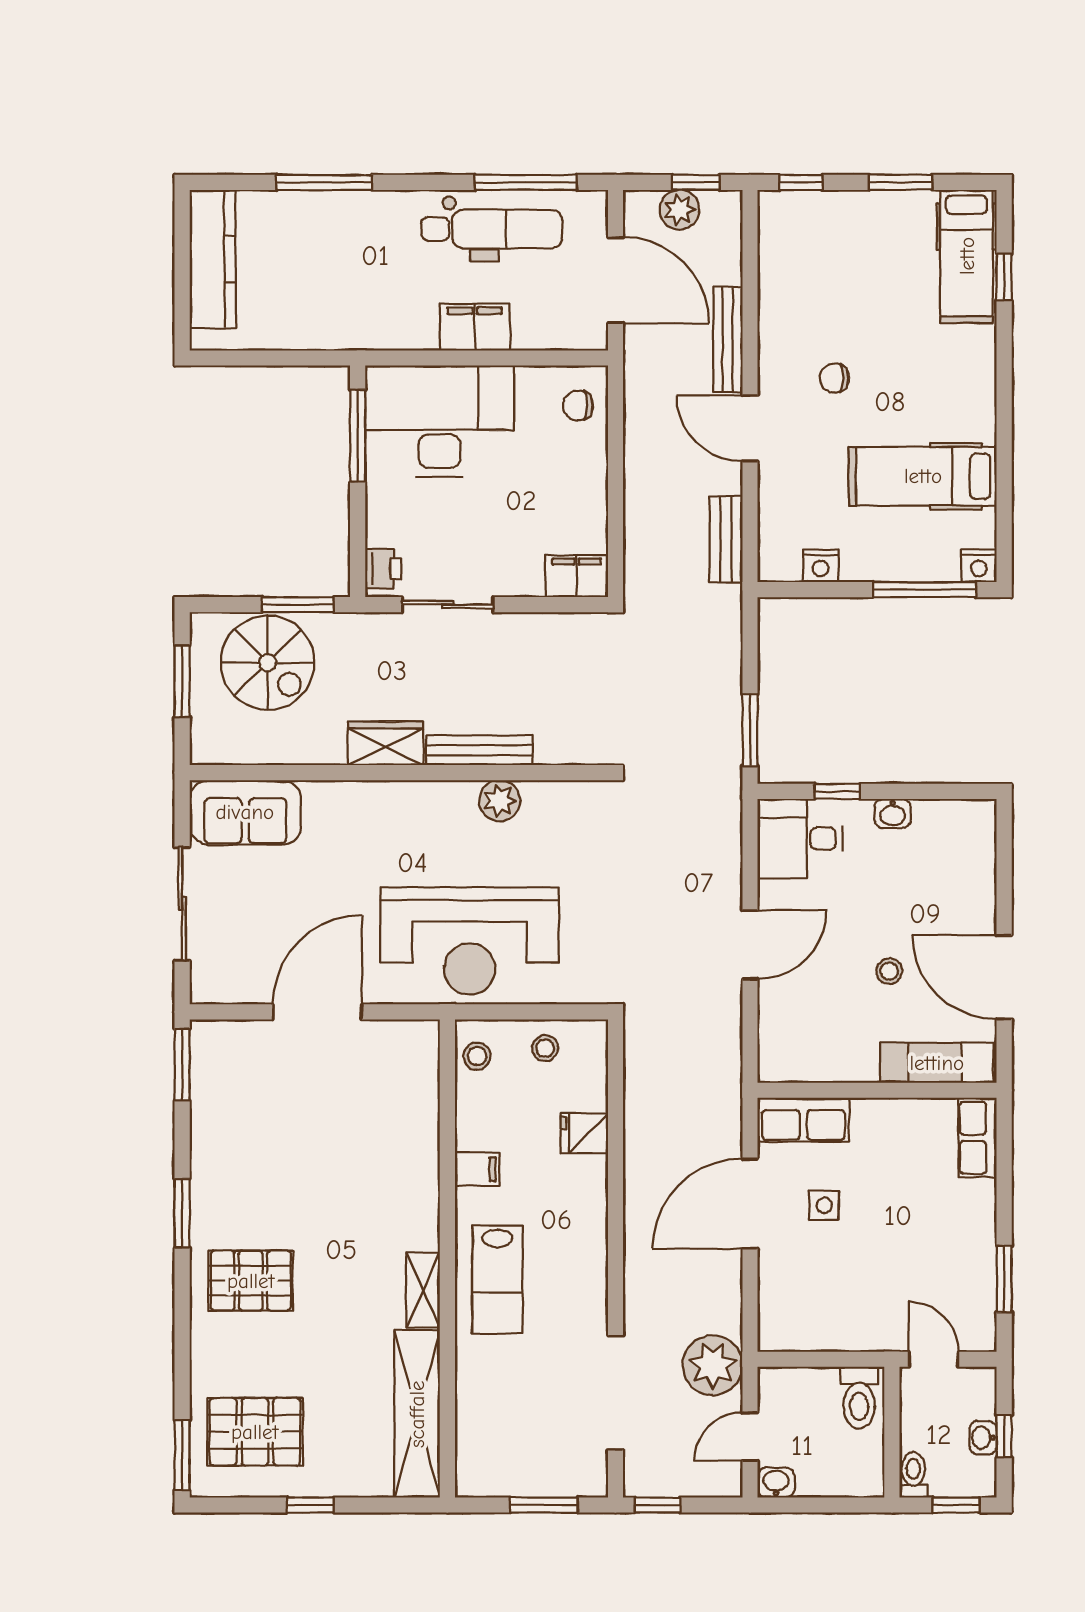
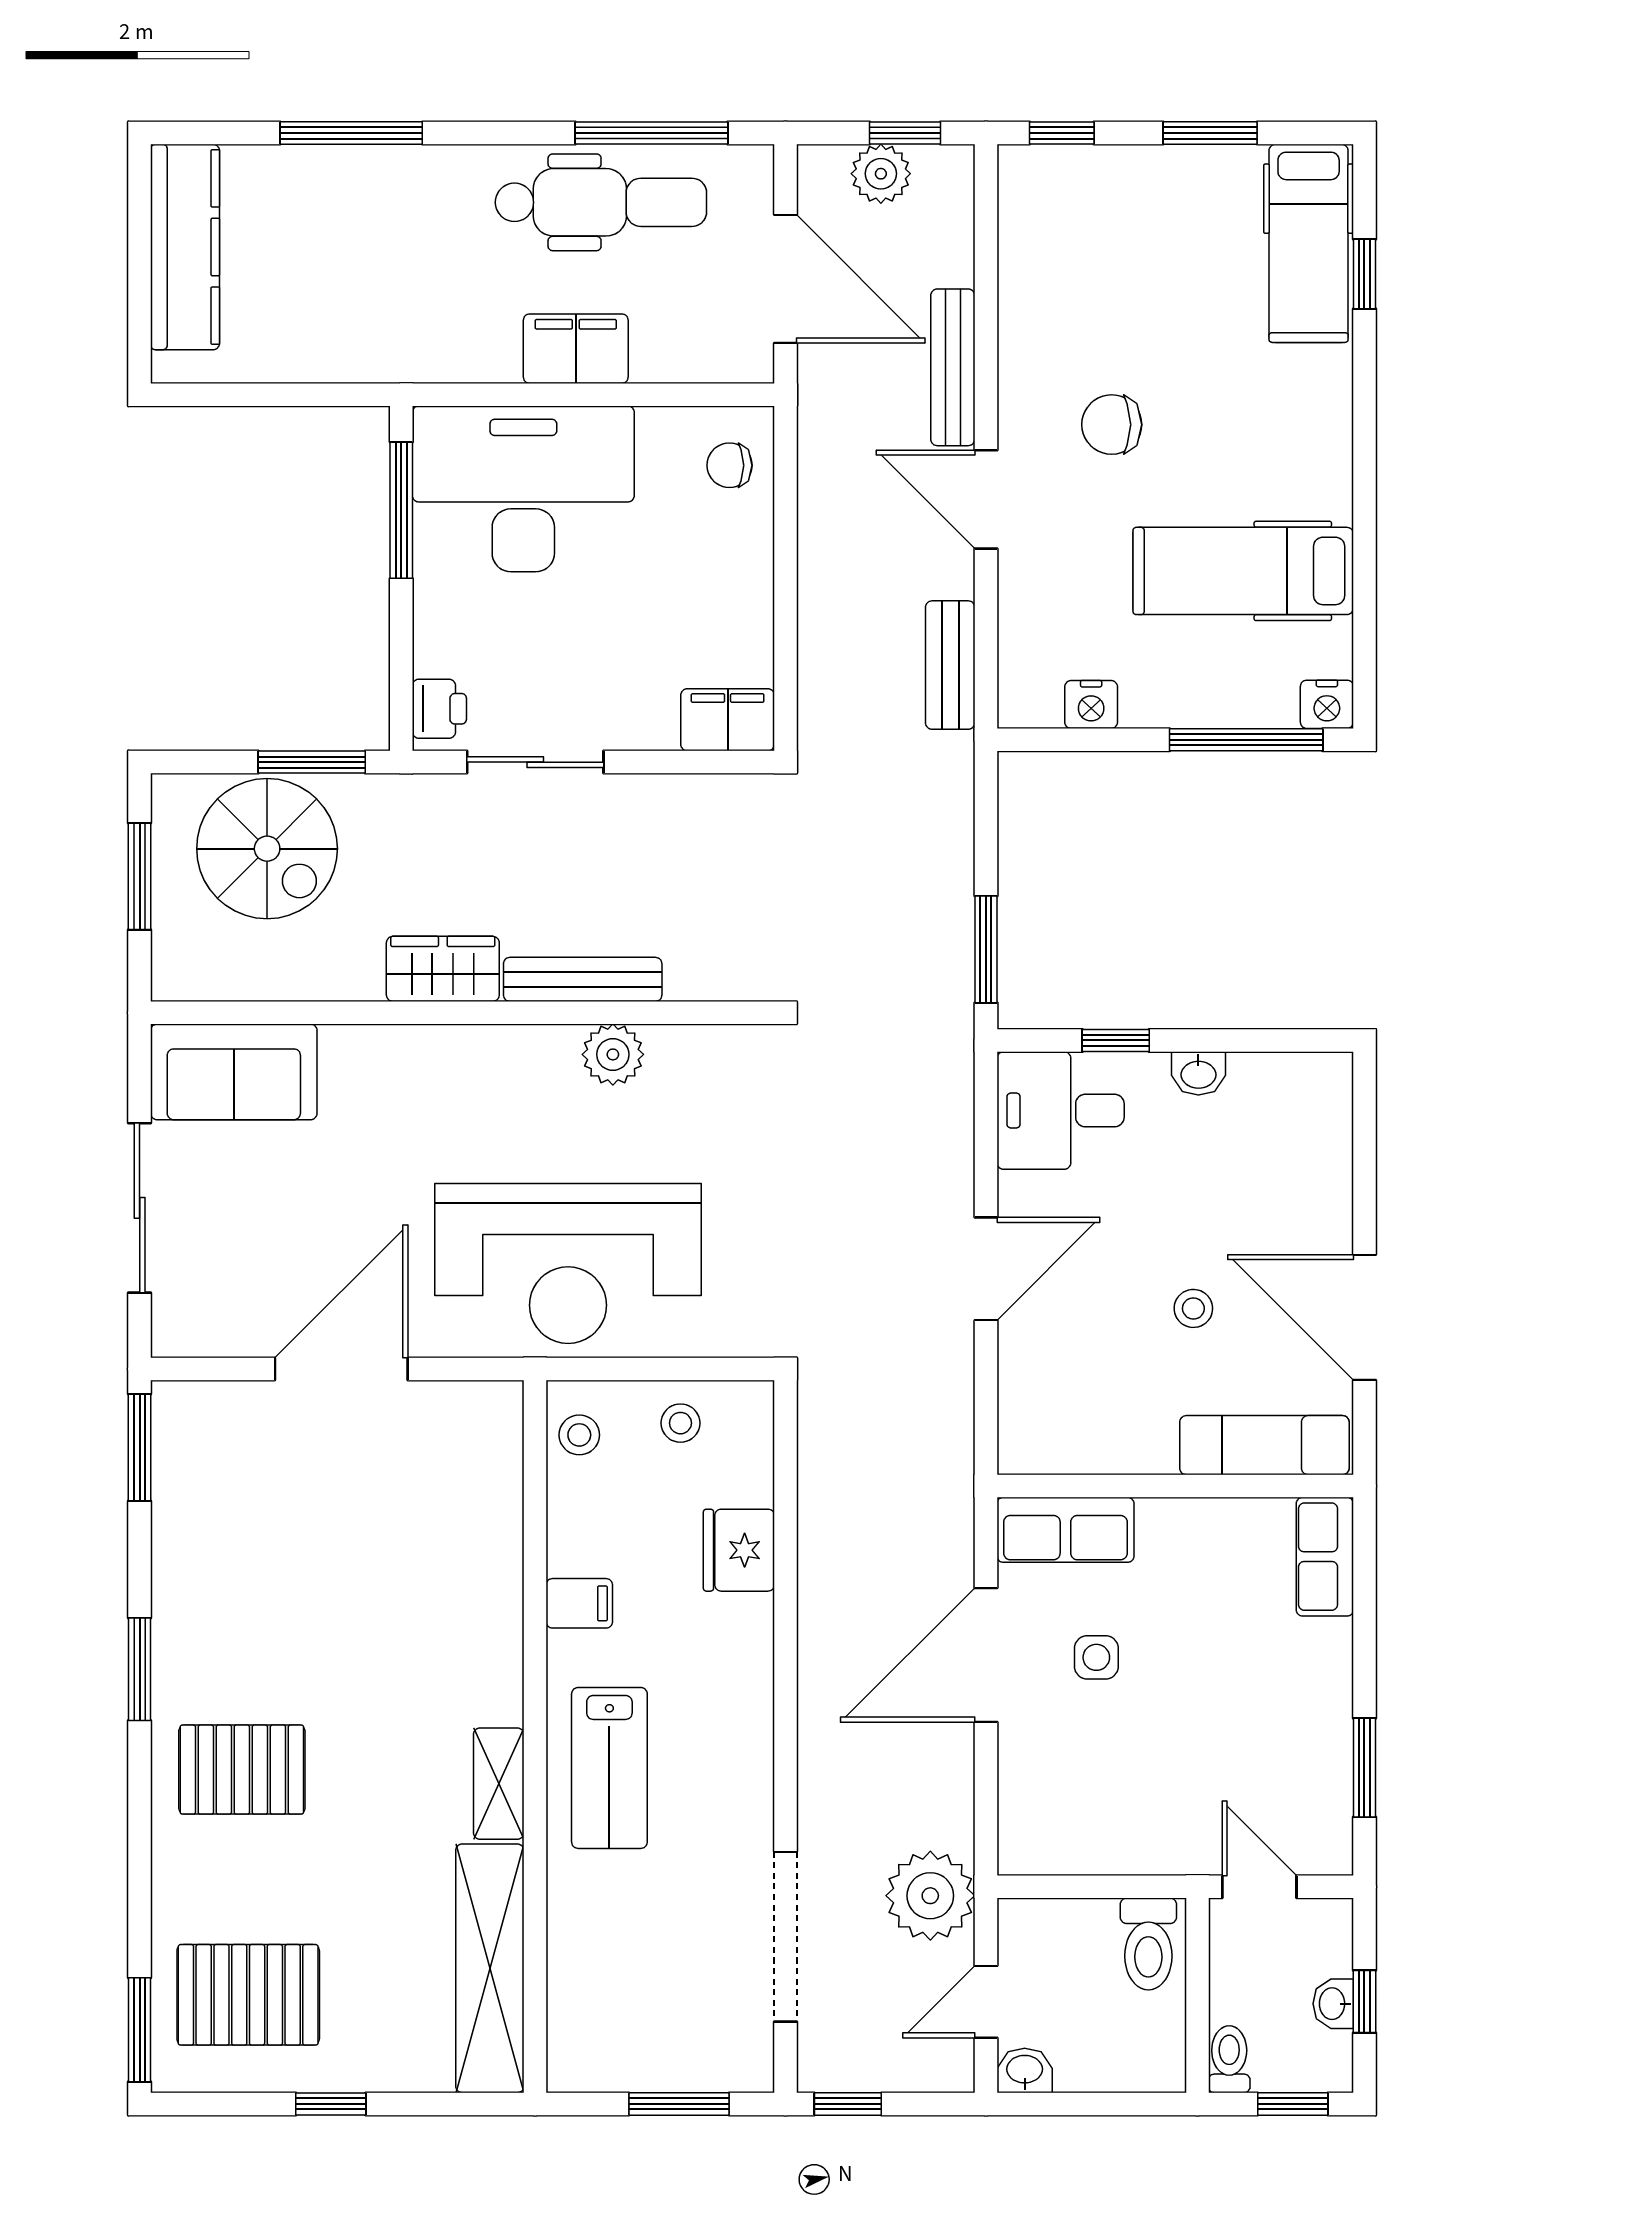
chair: (834, 378) -> (1112, 425), width x1.37, depth x1.37
fridge: (584, 1133) -> (739, 1550), width x1.38

